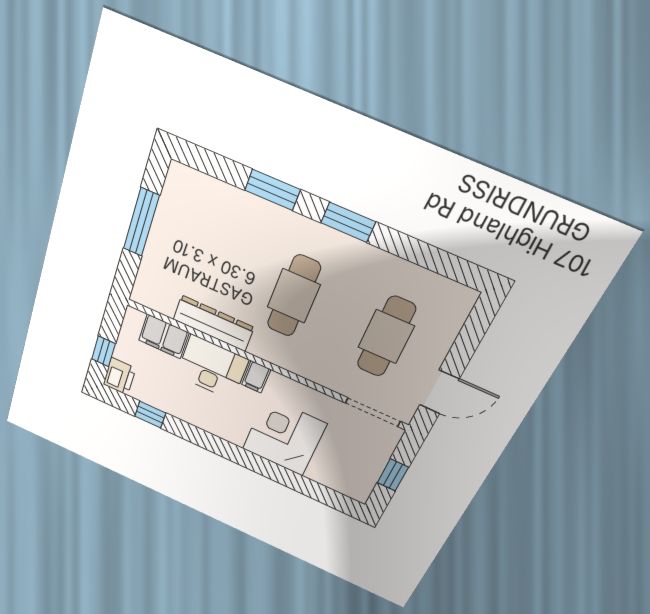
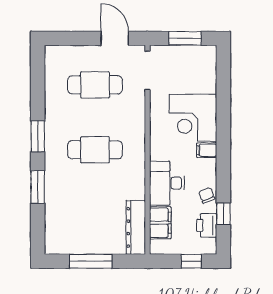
dresser: (213, 323) -> (136, 227), moved
printer: (119, 376) -> (207, 225), moved, turned -90
filing cabinet: (256, 377) -> (207, 150), moved, turned 180
chair: (180, 407) -> (207, 195), added
window: (393, 475) -> (185, 38), width x1.50

